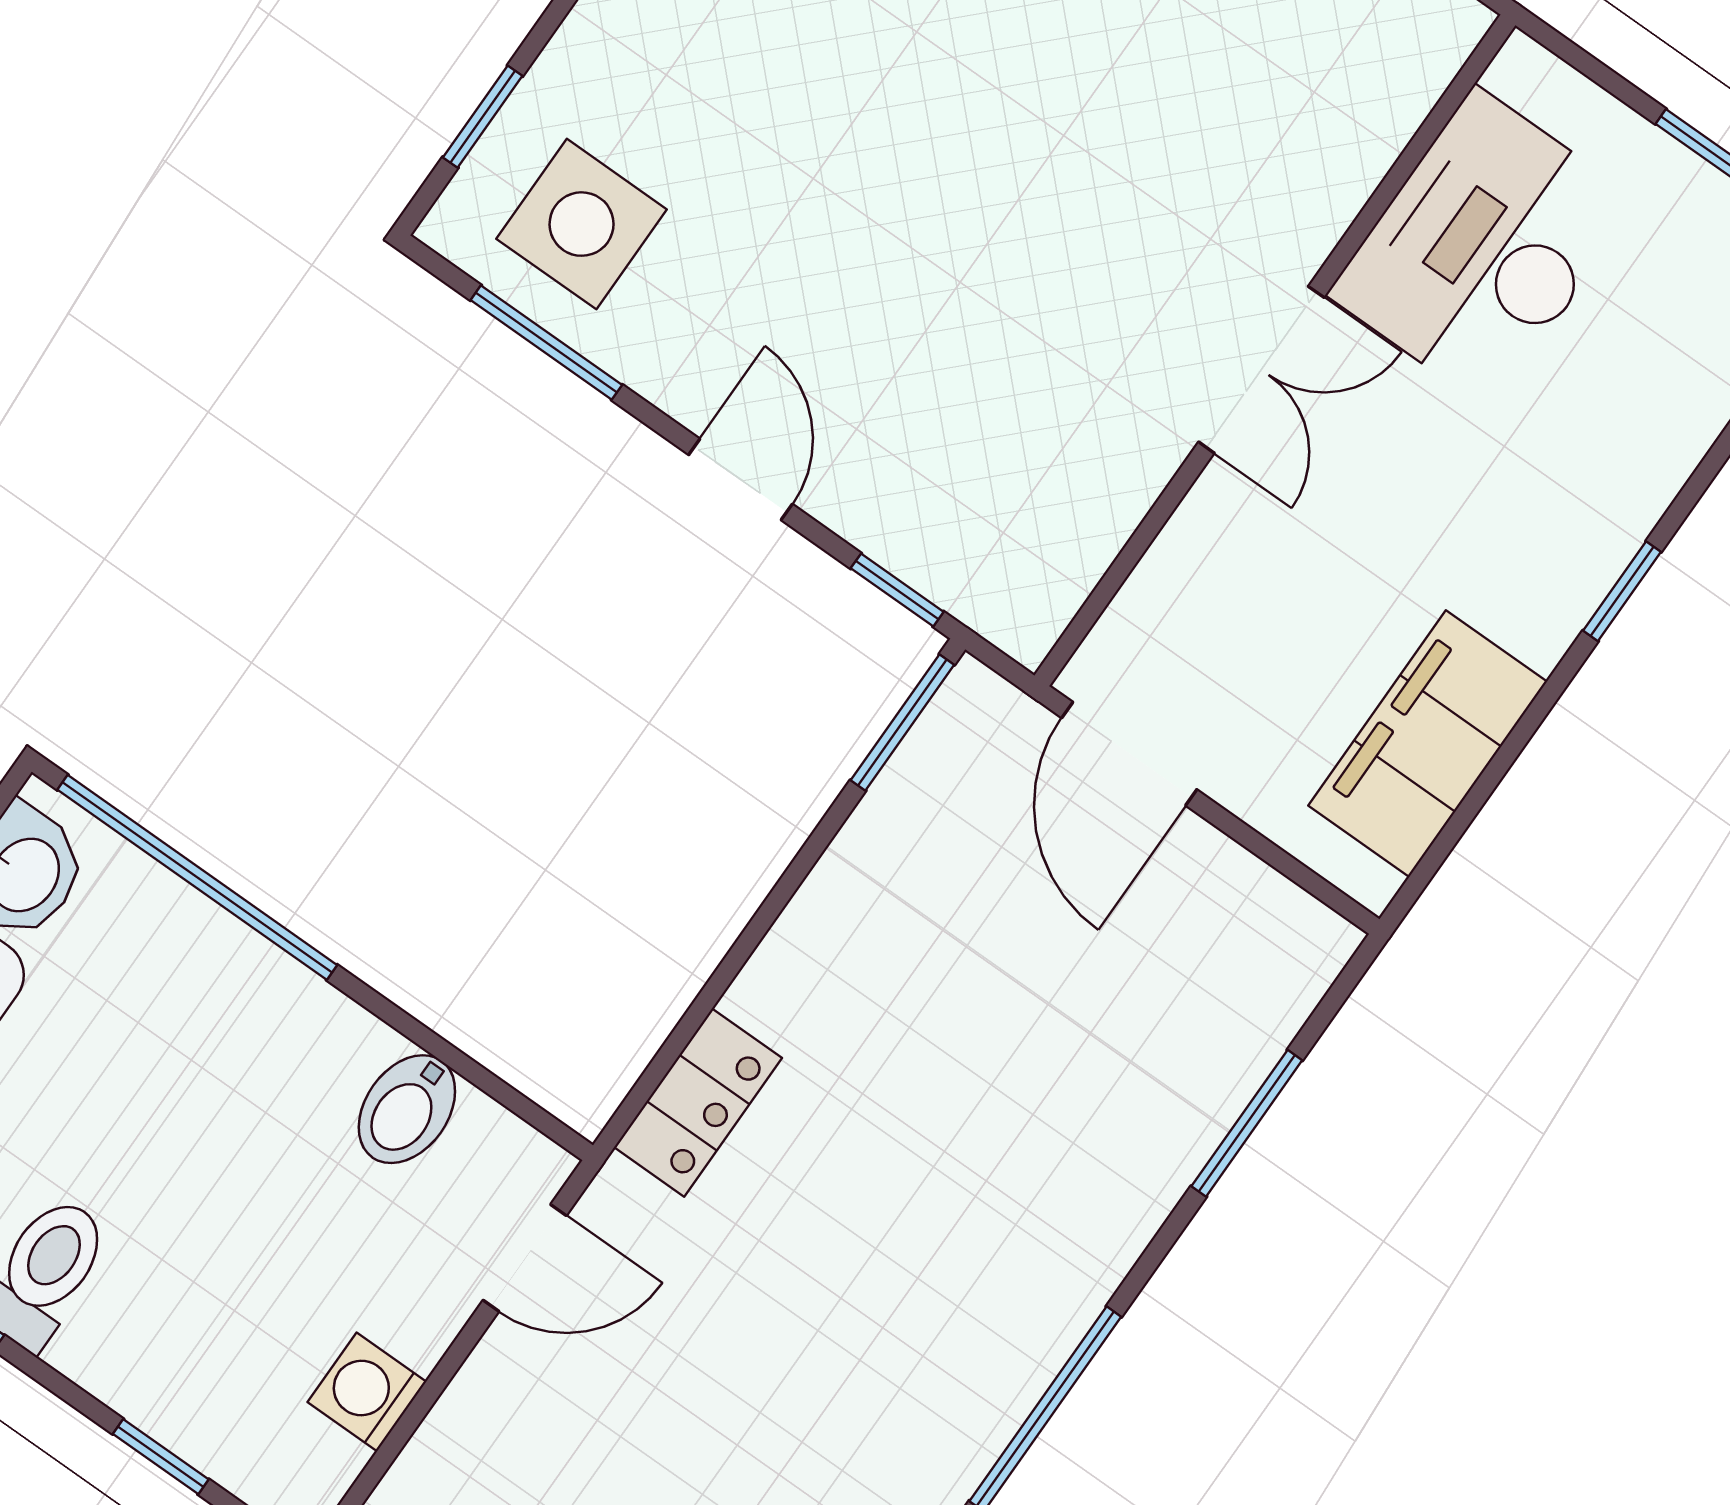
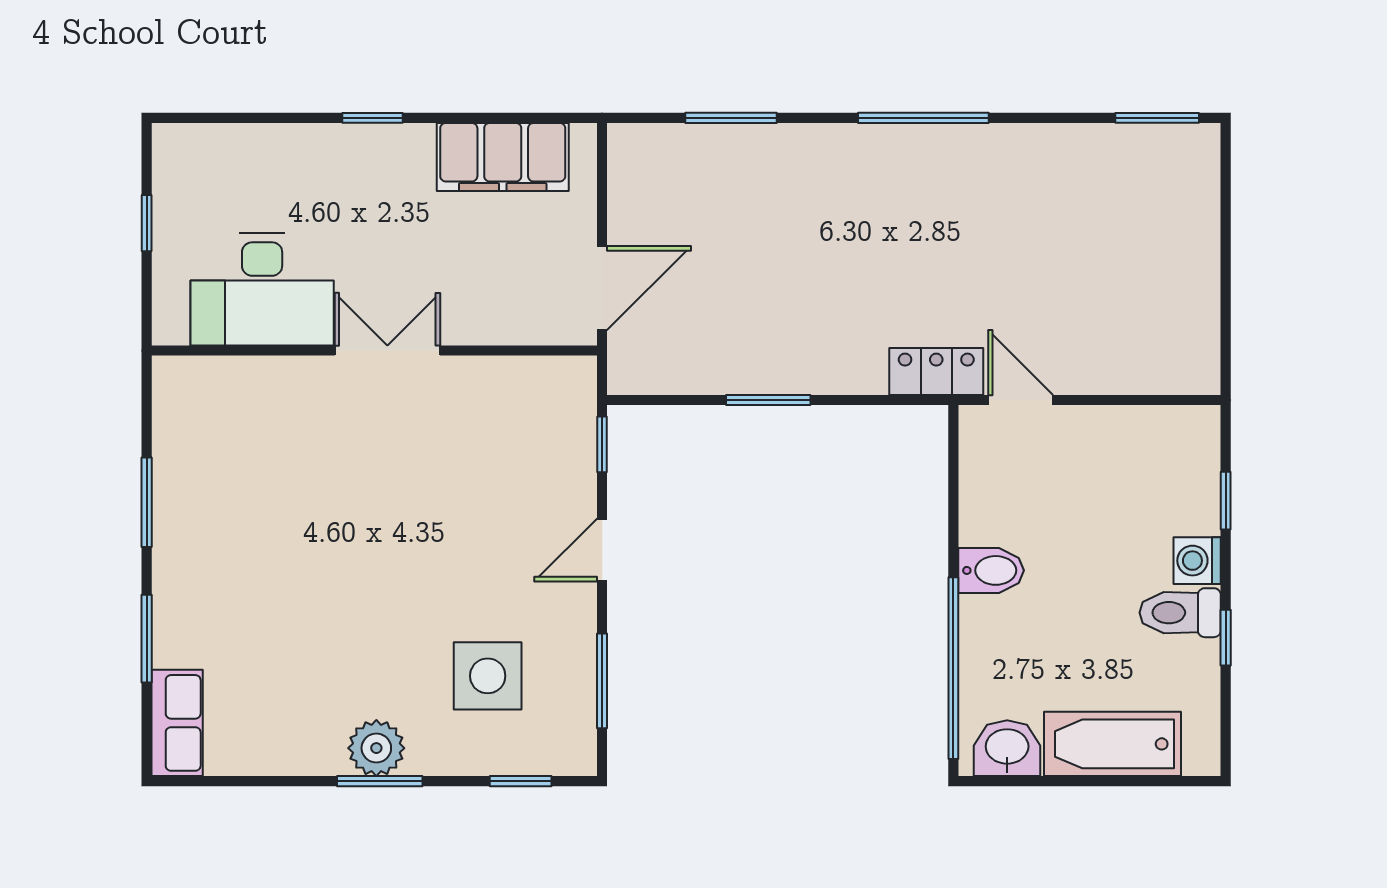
side table: (582, 224) -> (488, 676), moved
window: (902, 723) -> (768, 400), moved
locker: (698, 1103) -> (936, 371), moved
bidet: (407, 1109) -> (991, 570), moved
washing machine: (367, 1392) -> (1197, 561), moved, turned 90

